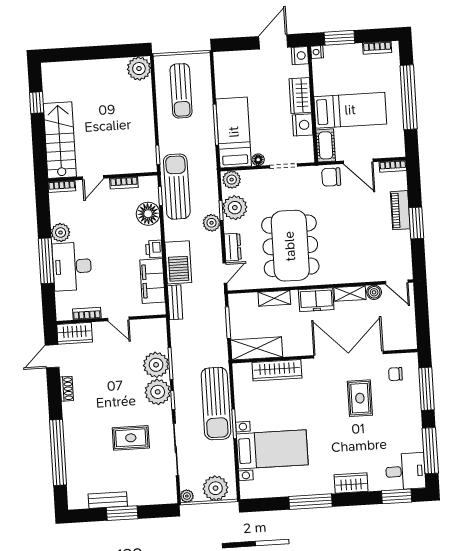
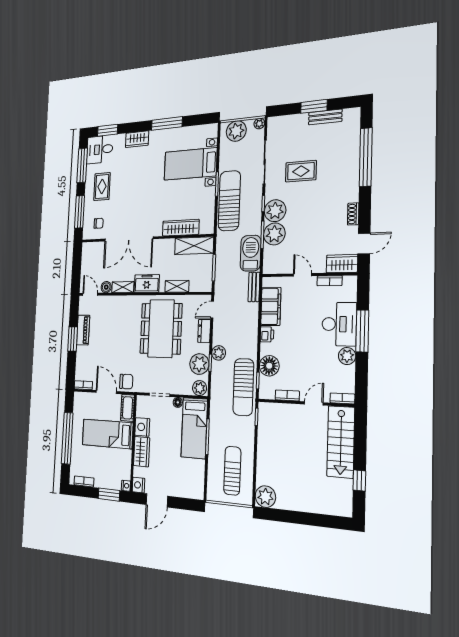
piano: (400, 210) -> (83, 330), moved
barbecue: (178, 262) -> (251, 253), moved
rug: (360, 398) -> (102, 187), moved

